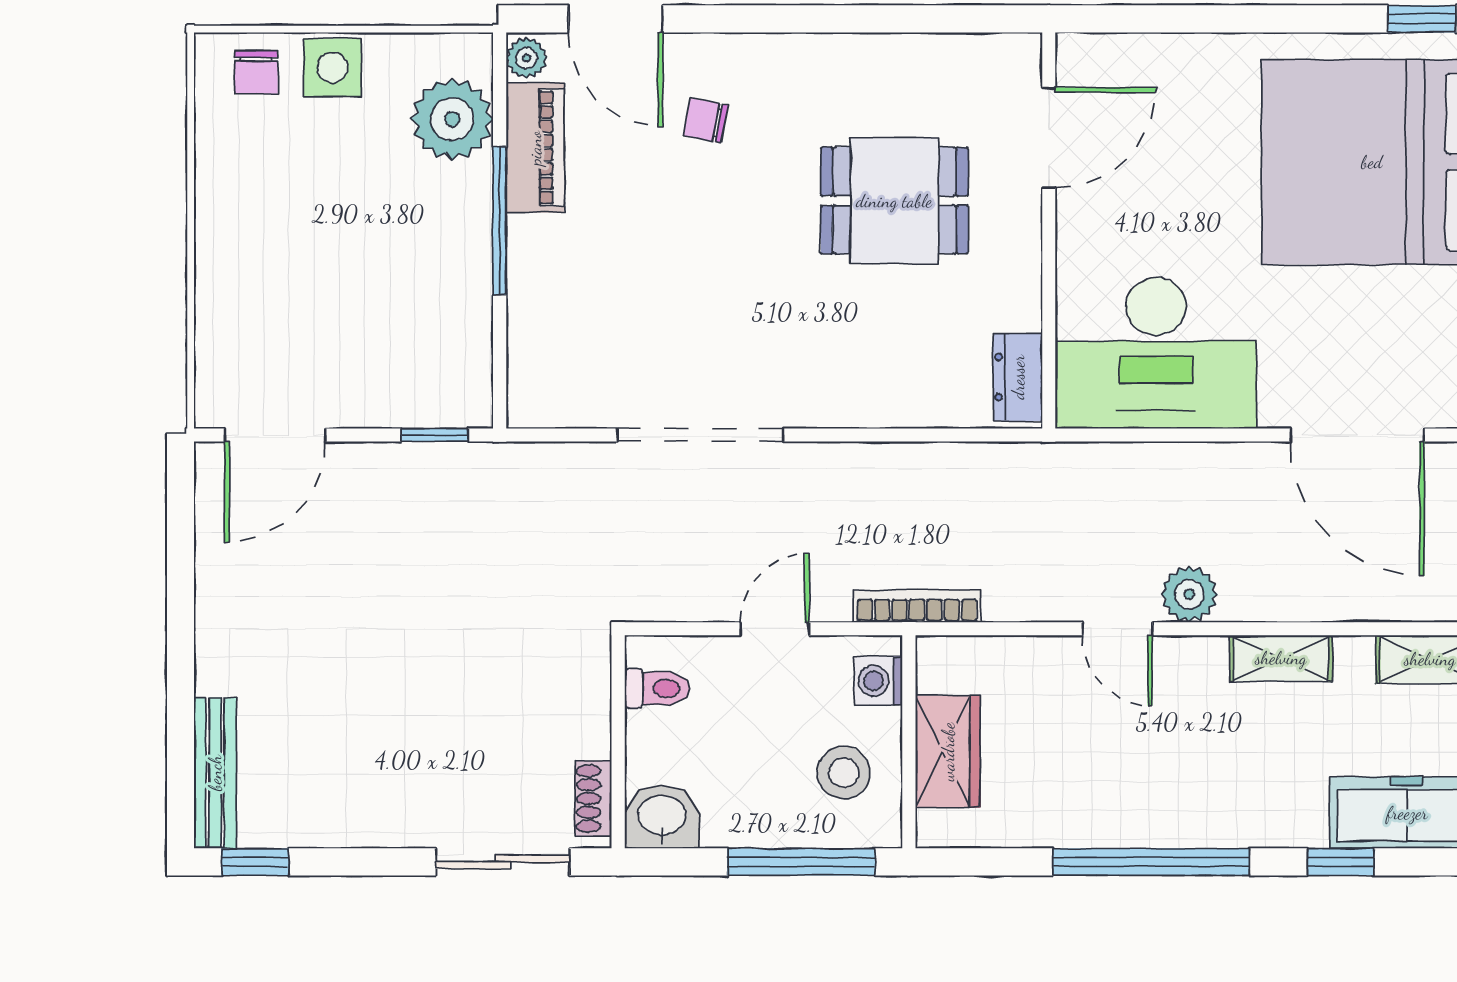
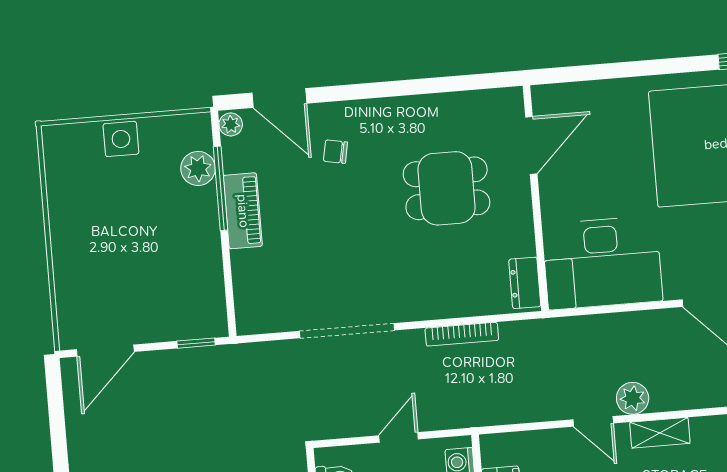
chair: (256, 72) -> (78, 145), removed
plant: (452, 119) -> (198, 168), width x0.73, depth x0.73
piano: (535, 148) -> (243, 211), moved
window: (500, 221) -> (221, 188), moved
bookcase: (917, 606) -> (462, 334), moved, turned 180
shelving: (1281, 658) -> (660, 433), moved

